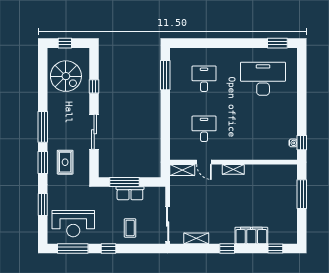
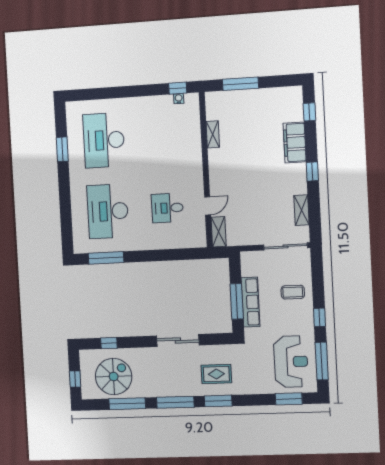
window: (277, 43) -> (62, 149), moved
desk: (204, 79) -> (108, 211), width x1.87, depth x1.30
window: (43, 86) -> (127, 404), added
window: (94, 86) -> (109, 343), moved
shelving: (233, 169) -> (213, 134), moved
row of seats: (130, 193) -> (251, 302), width x1.48
window: (43, 205) -> (289, 399), moved

